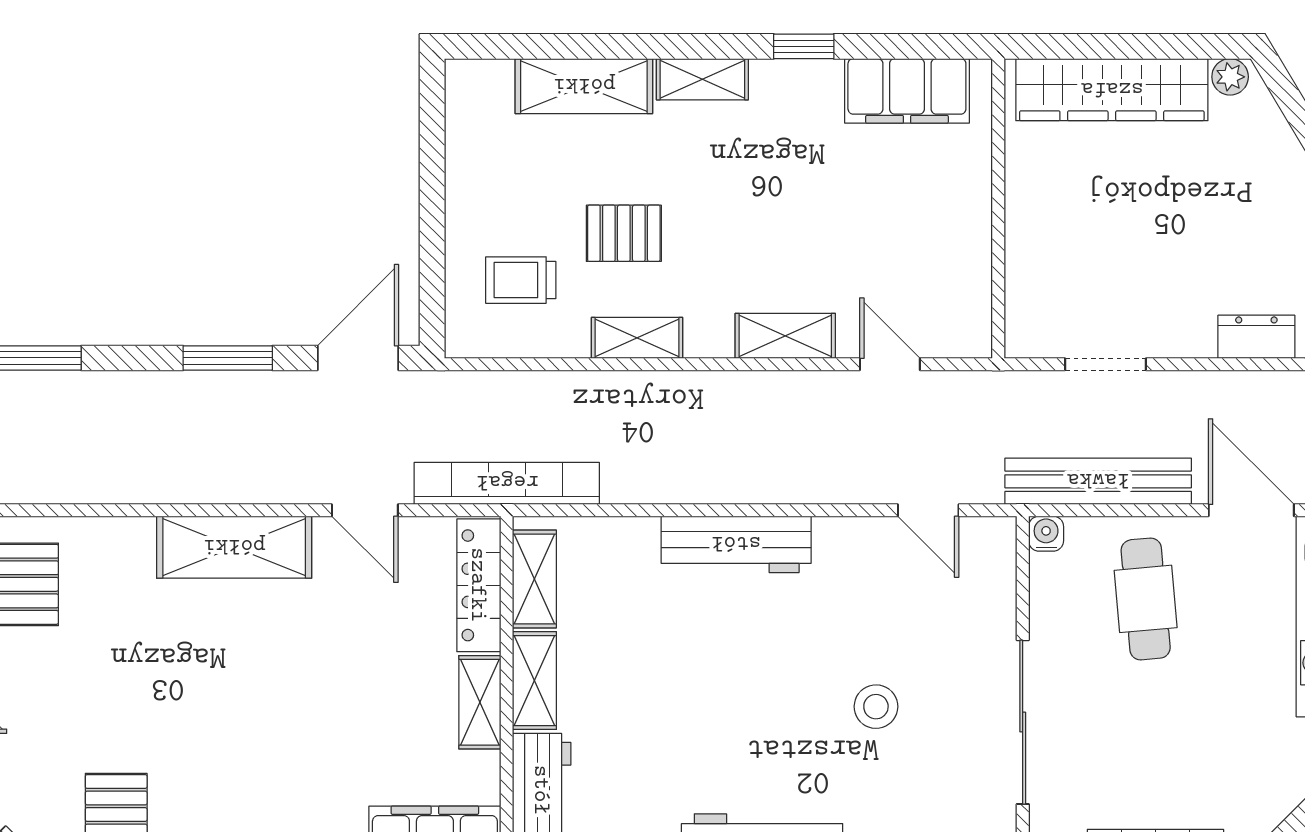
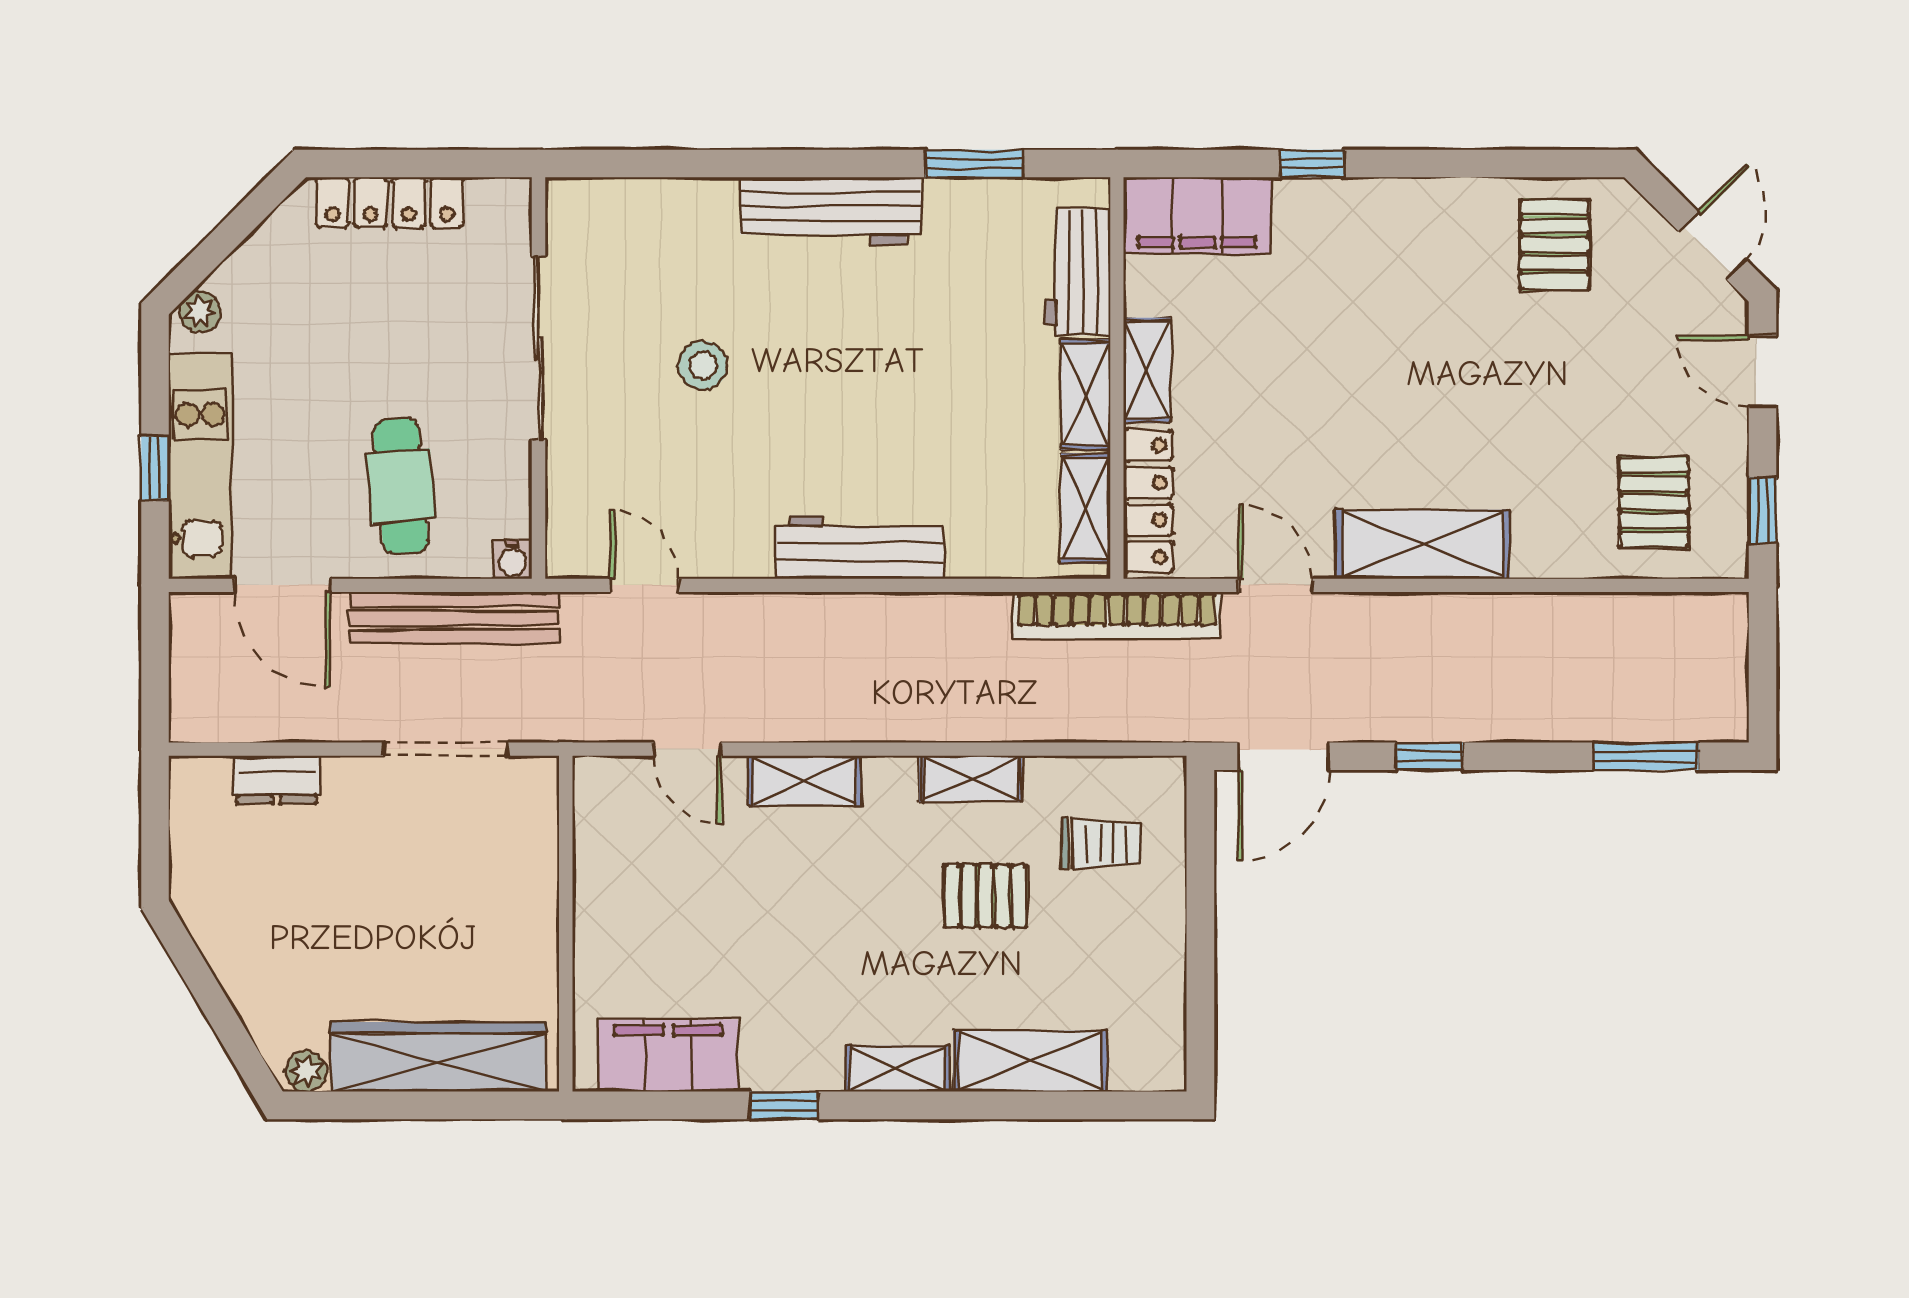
window: (228, 358) -> (1429, 756), width x0.67
doorway: (1106, 364) -> (446, 749), width x1.38

